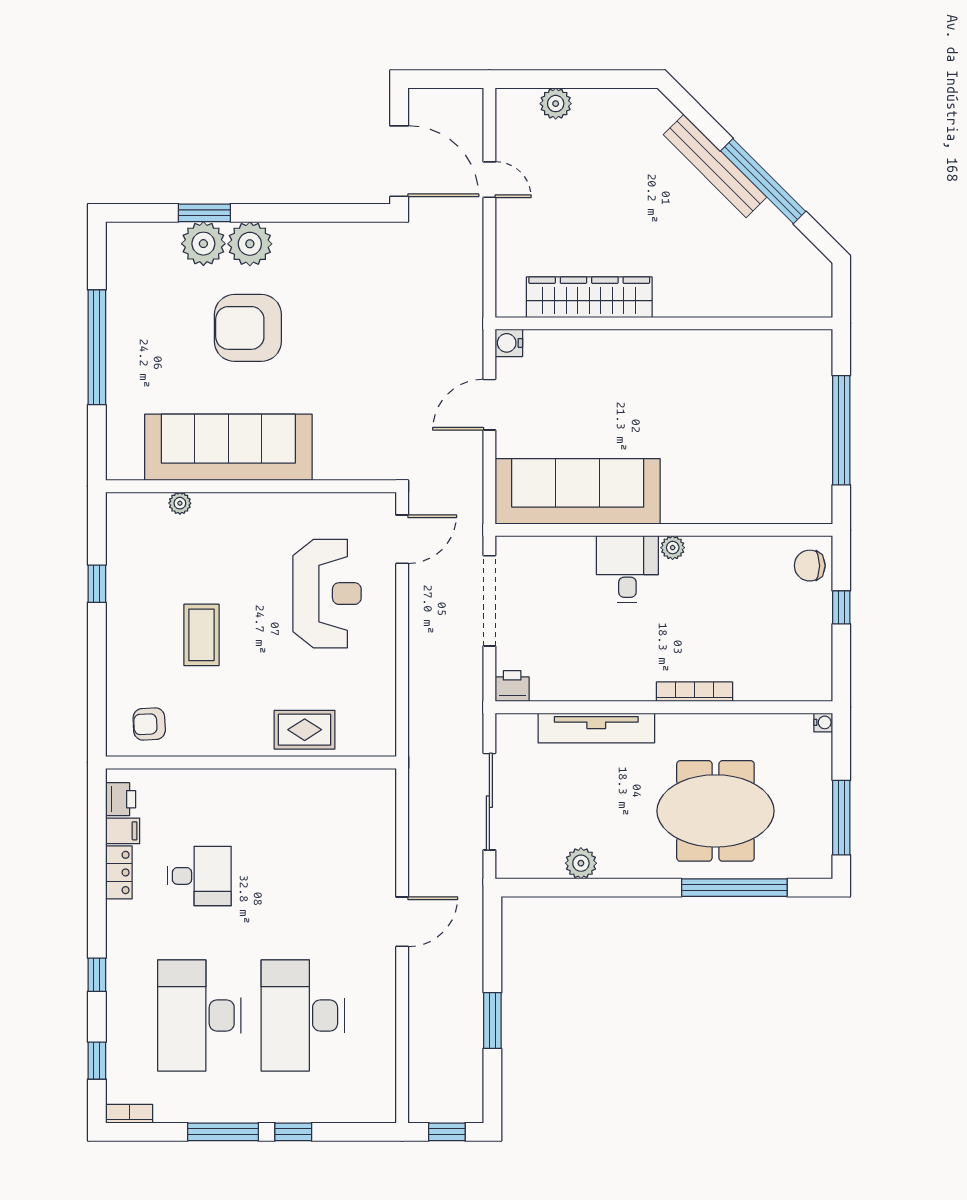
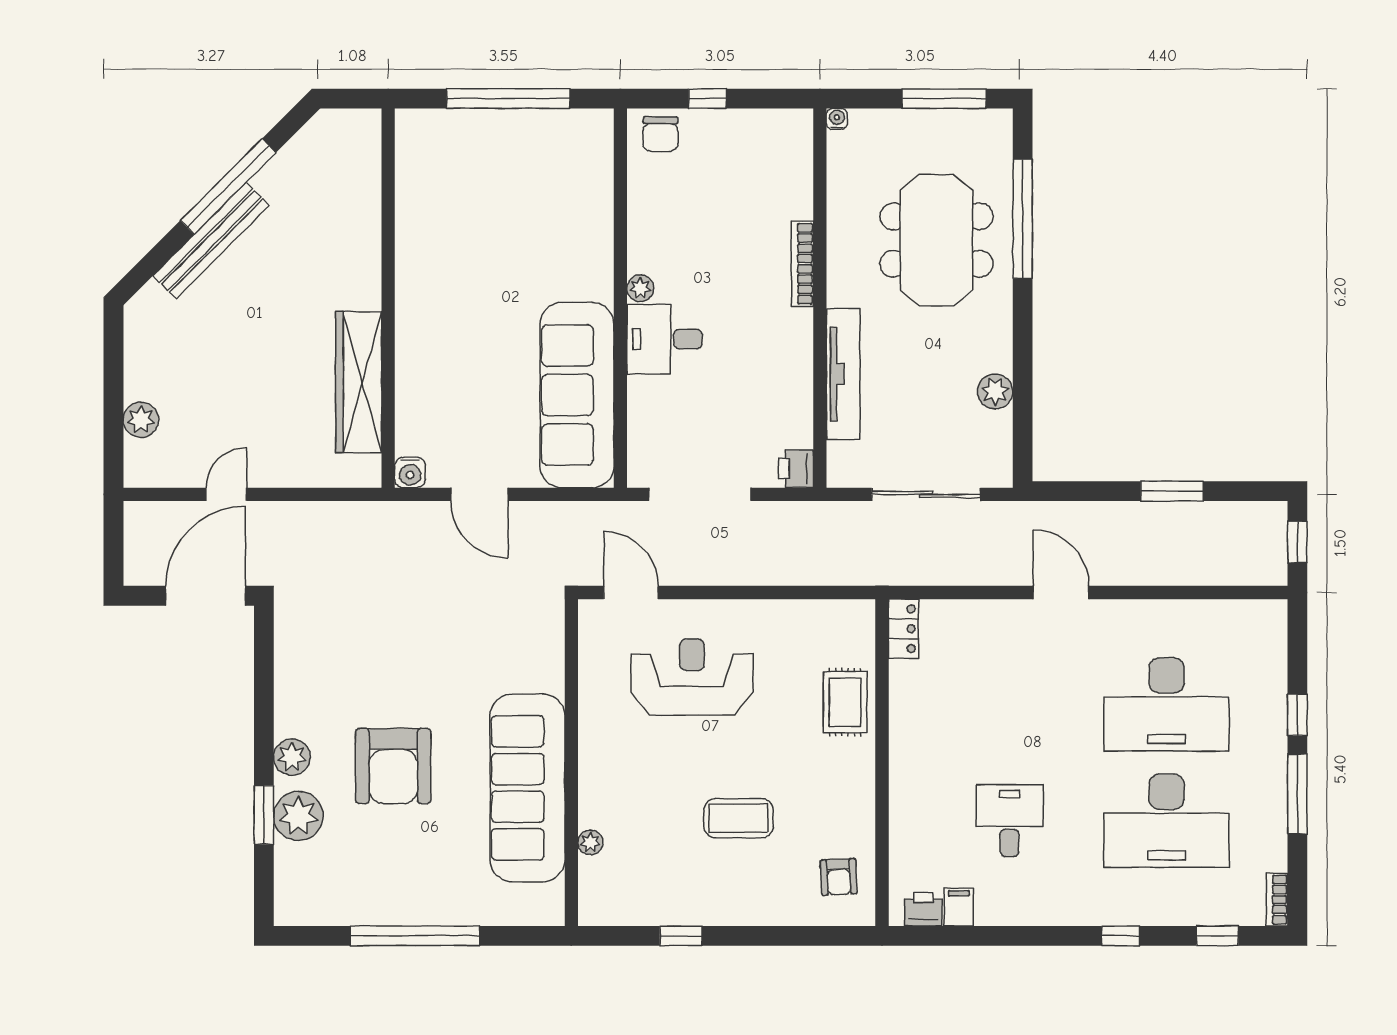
plant: (250, 244) -> (292, 757), width x0.73, depth x0.73
locker: (119, 872) -> (904, 629), moved, turned 90

